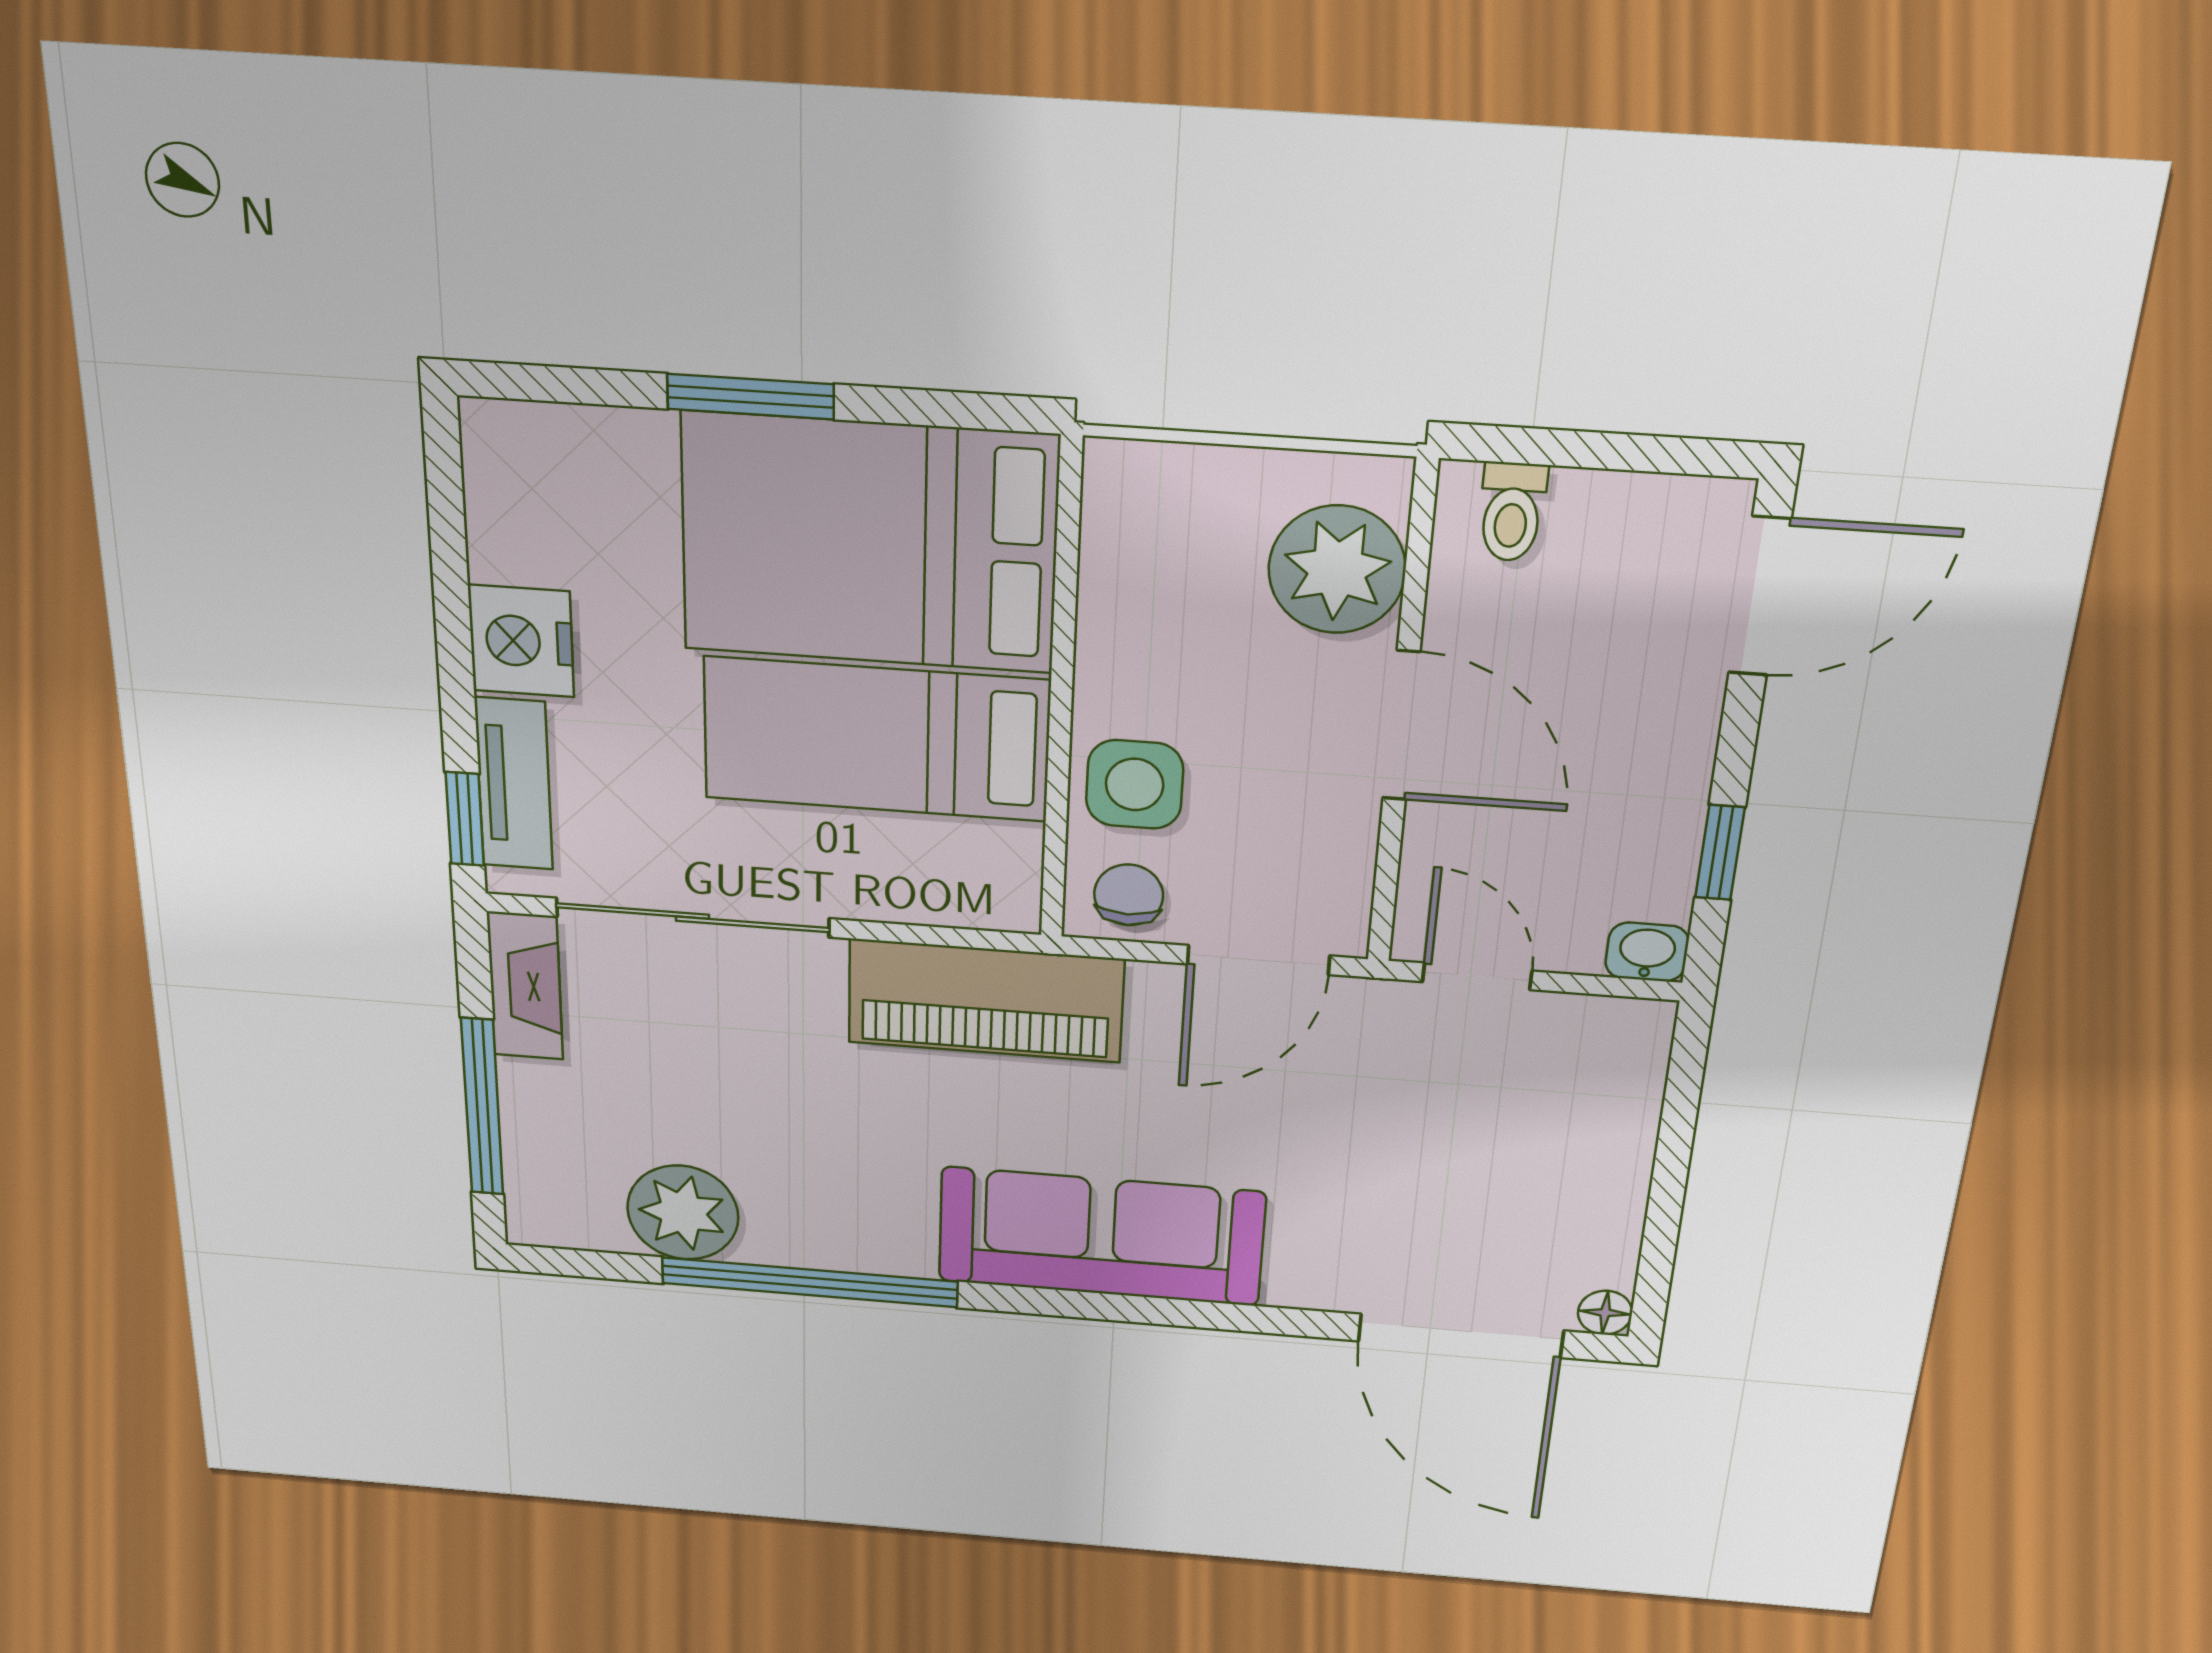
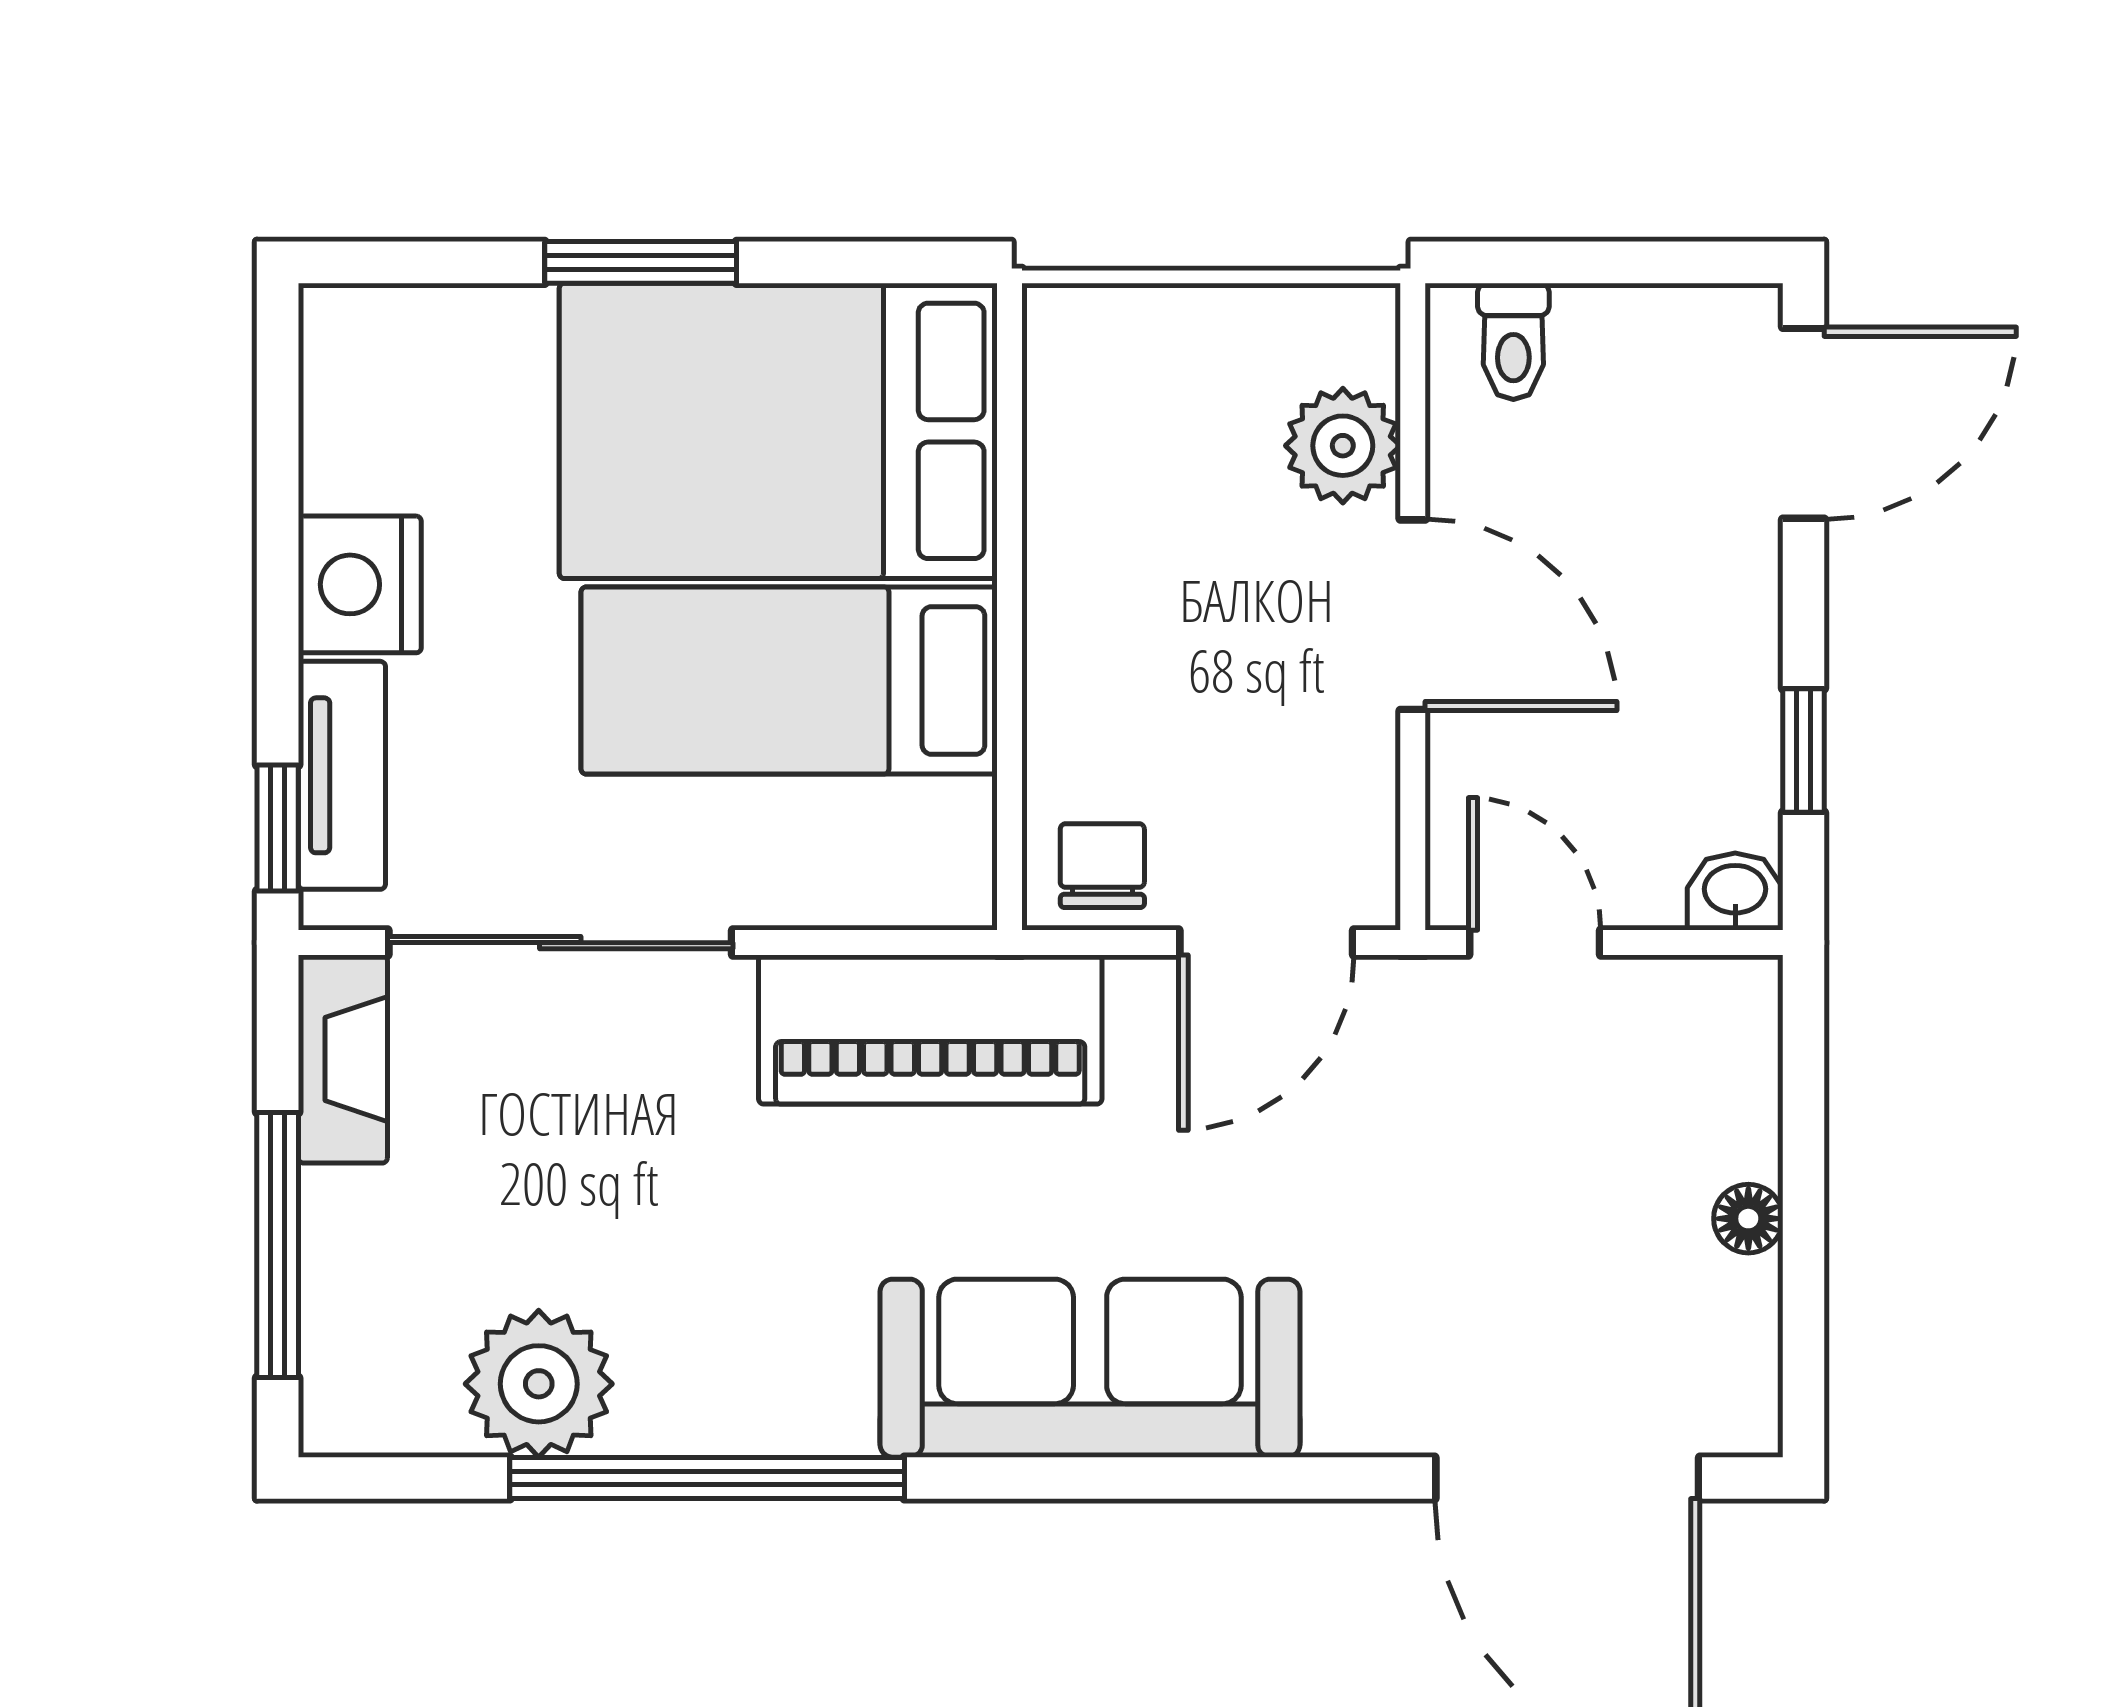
plant: (1337, 570) -> (1343, 446), width x0.73, depth x0.73
side table: (1135, 784) -> (1102, 716), removed
floor lamp: (1605, 1313) -> (1748, 1219), moved

